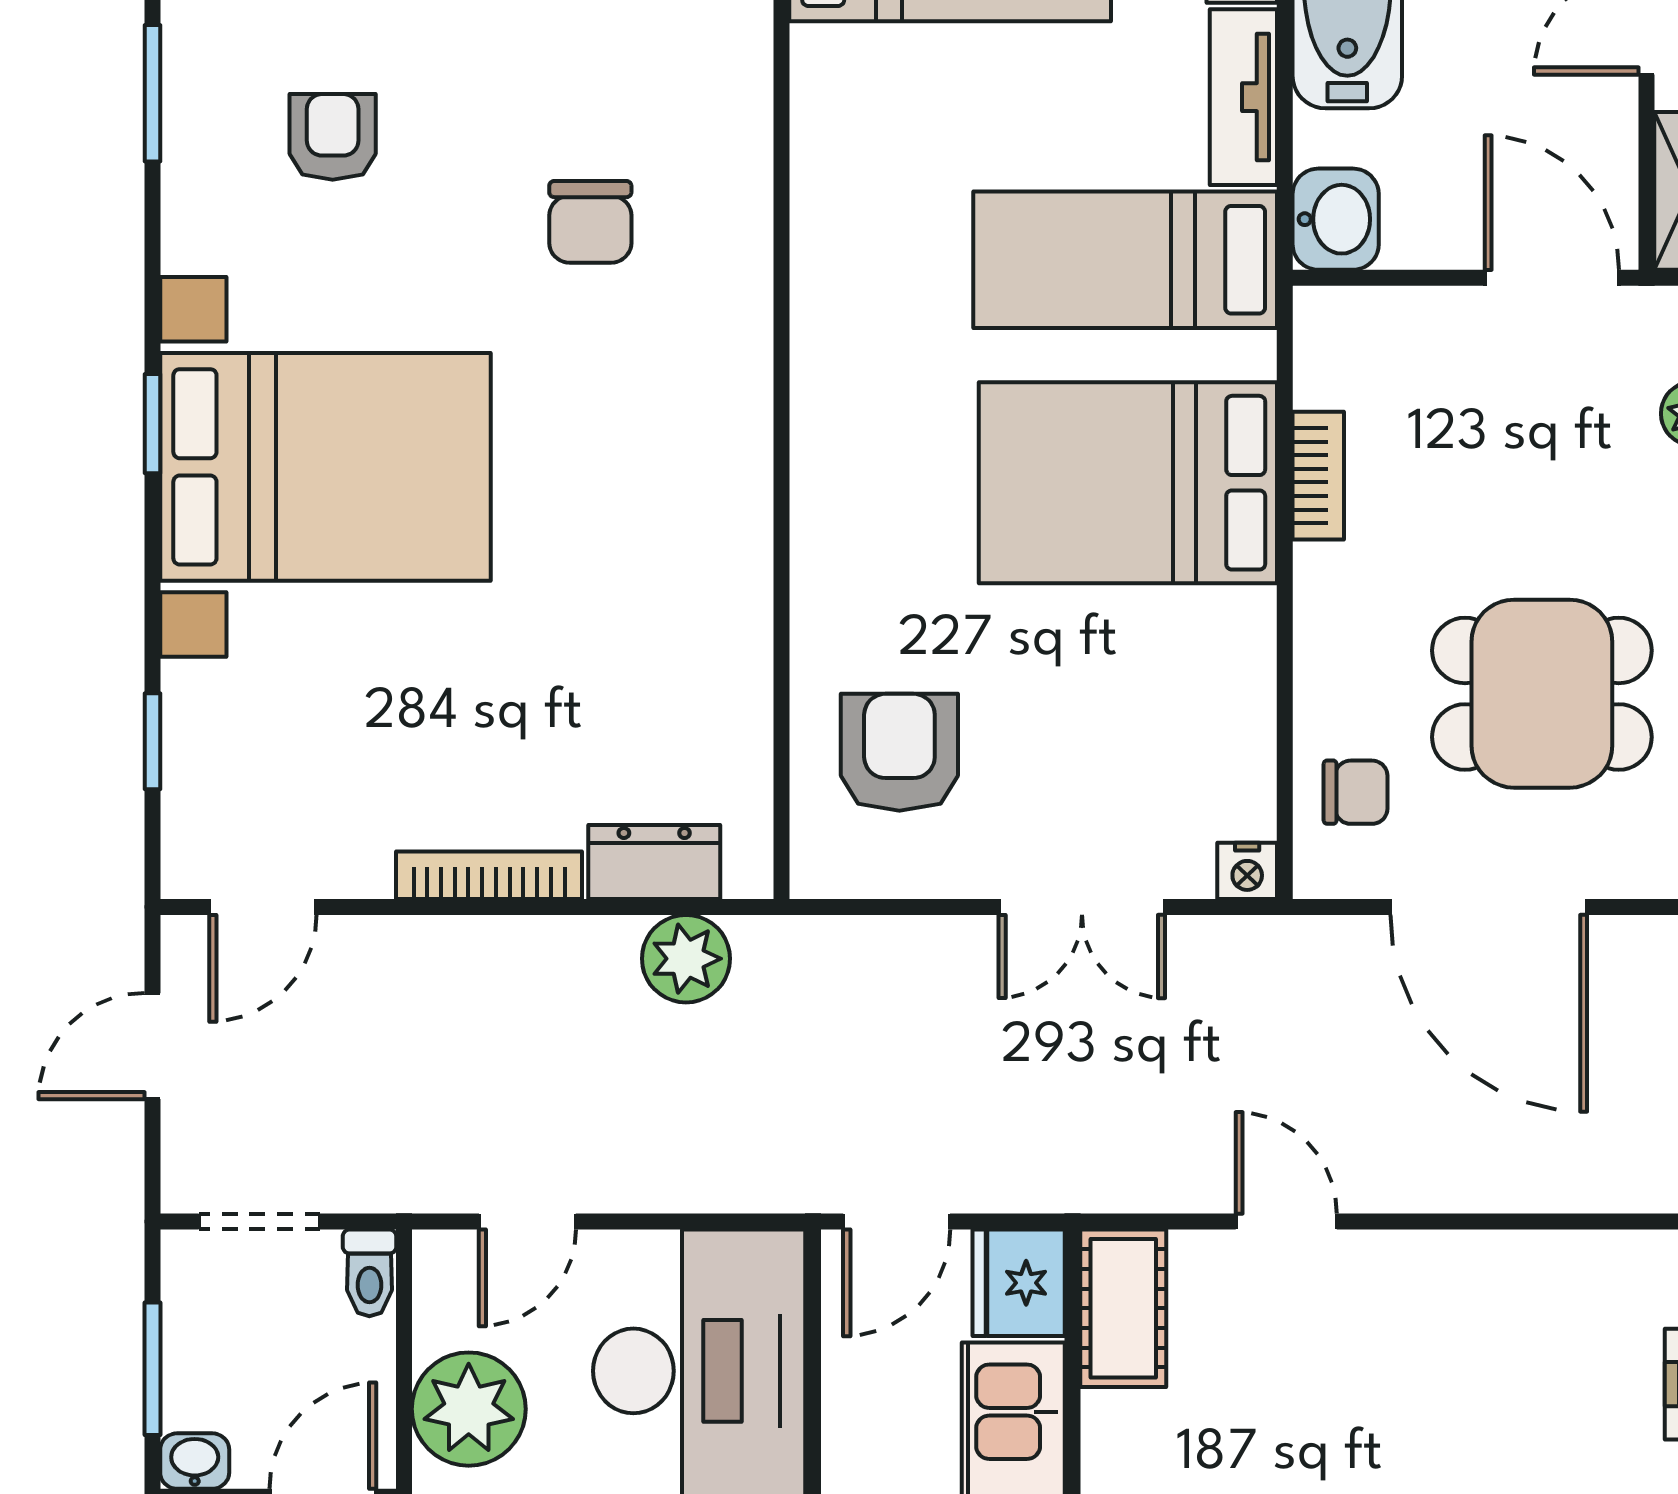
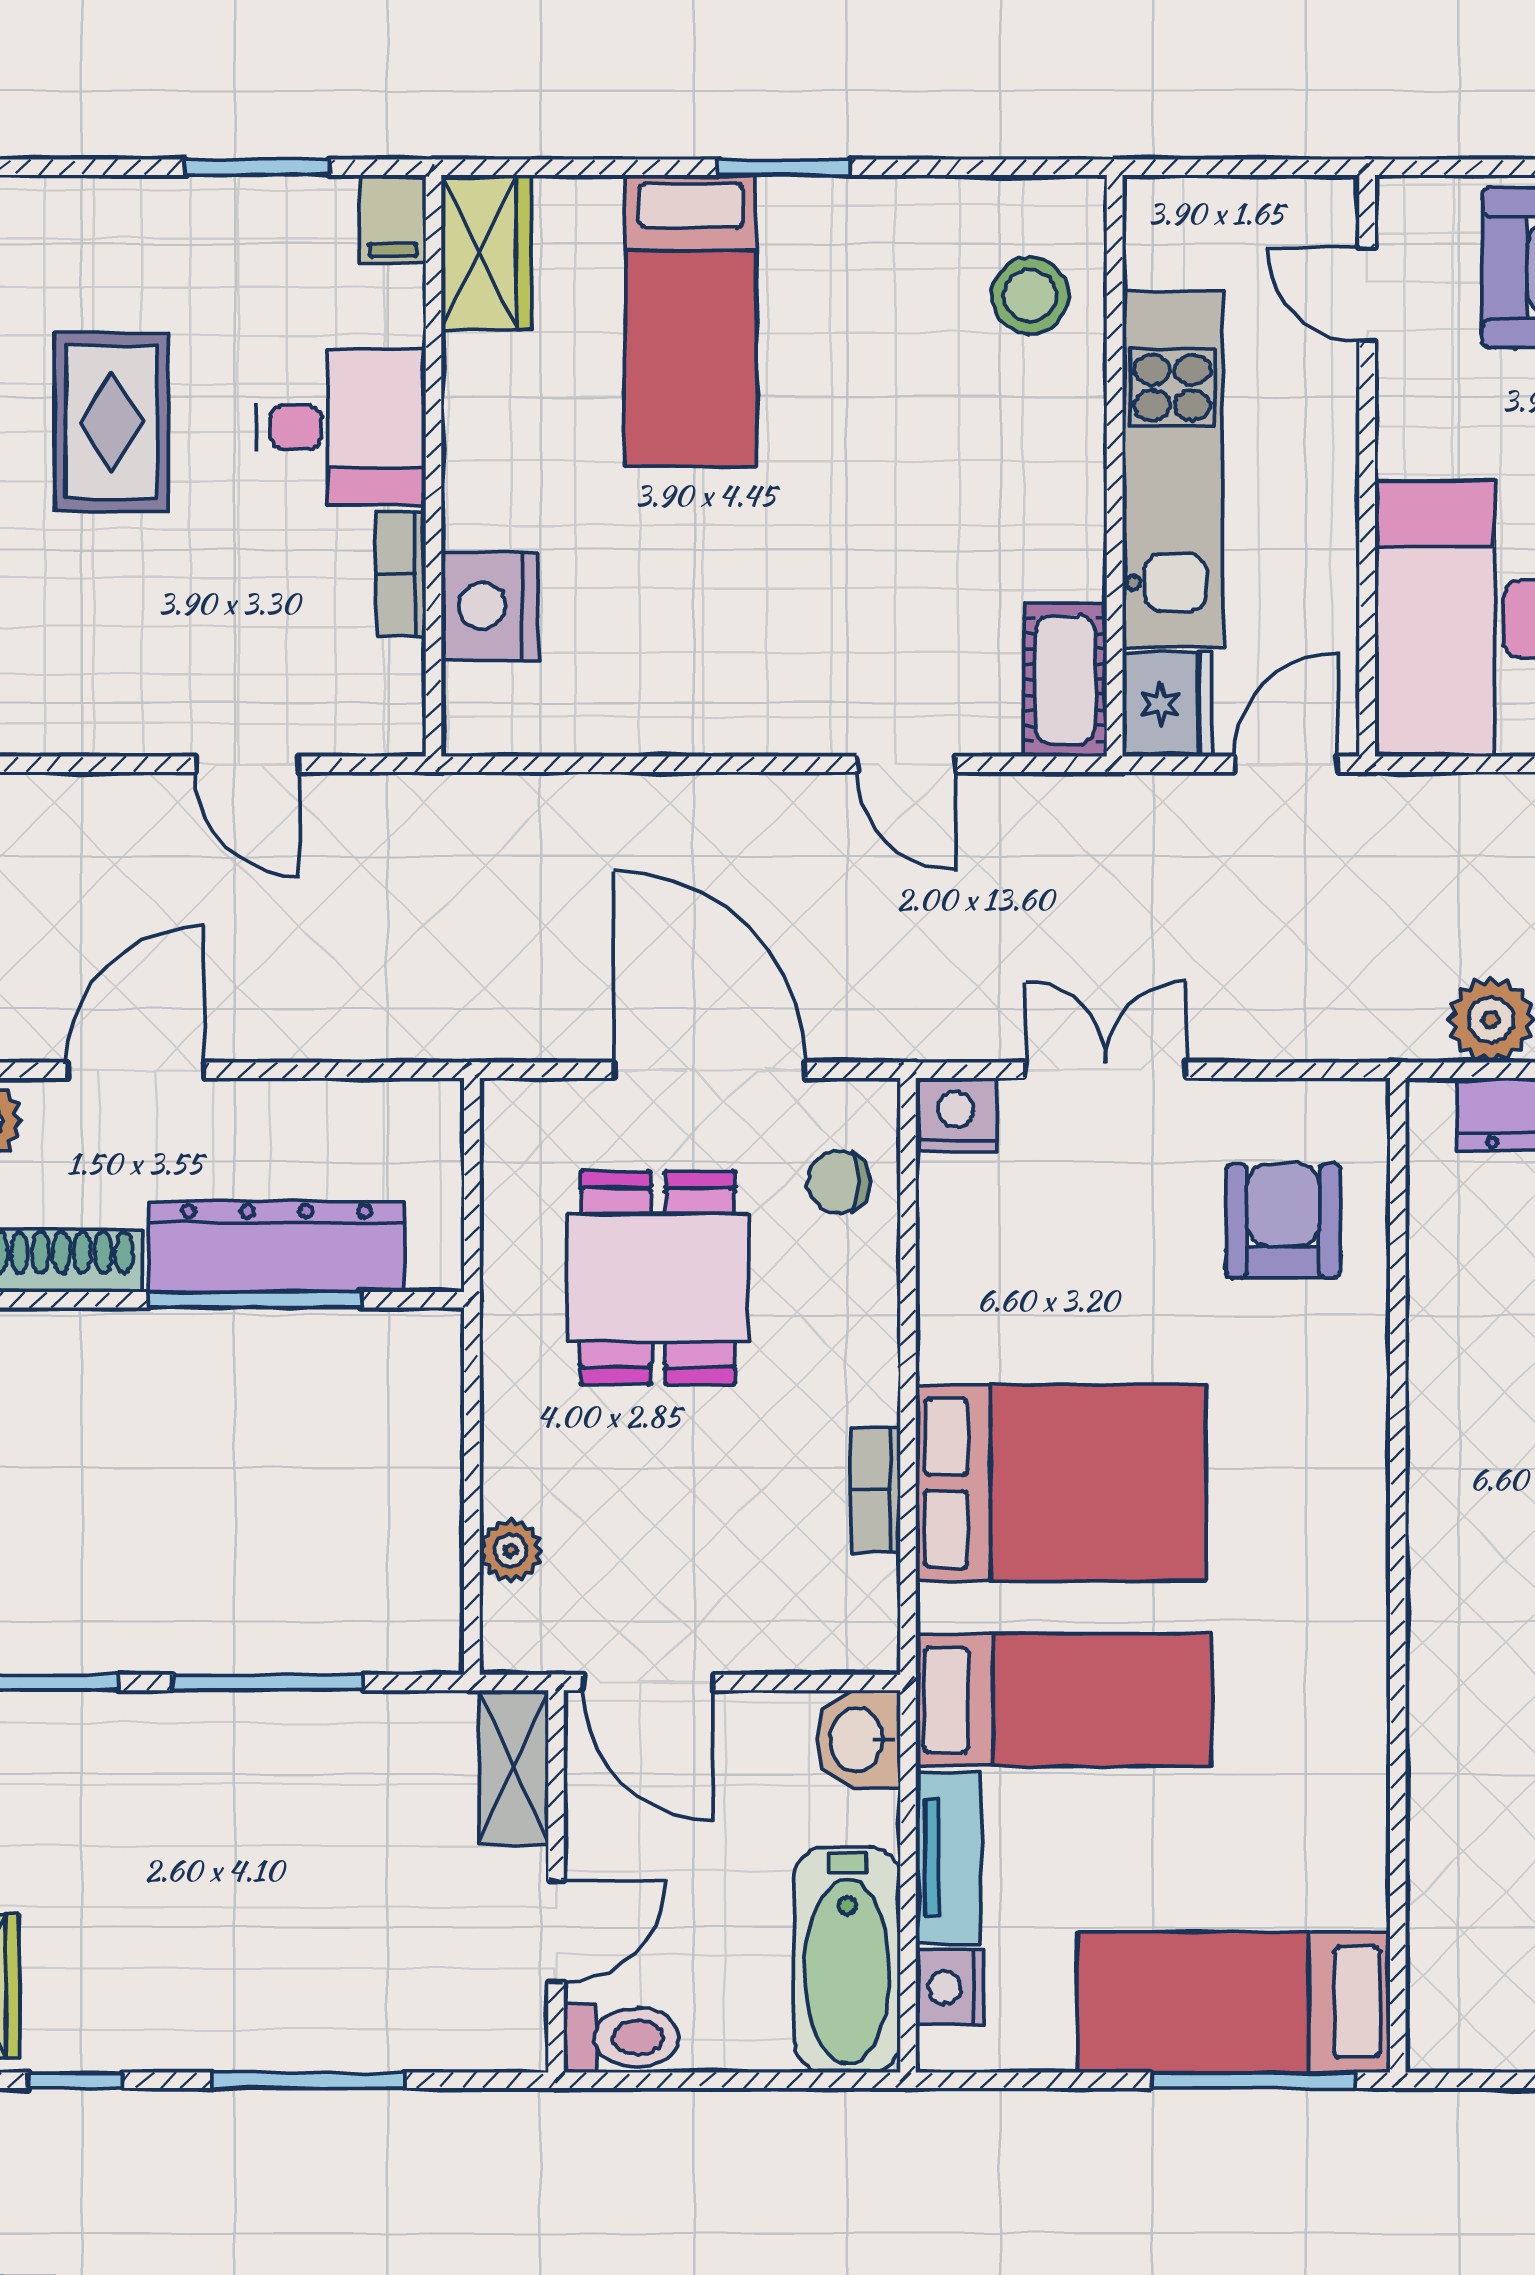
dining table: (1542, 694) -> (658, 1278), turned 90
armchair: (899, 752) -> (1283, 1221), turned 180
nightstand: (1247, 871) -> (956, 1115), width x1.39, depth x1.35

